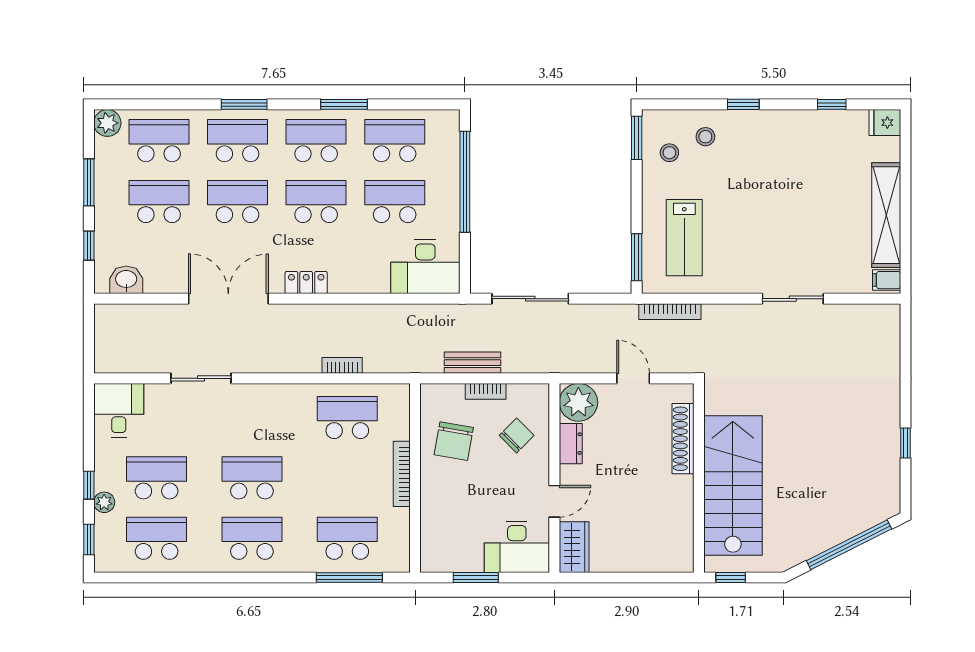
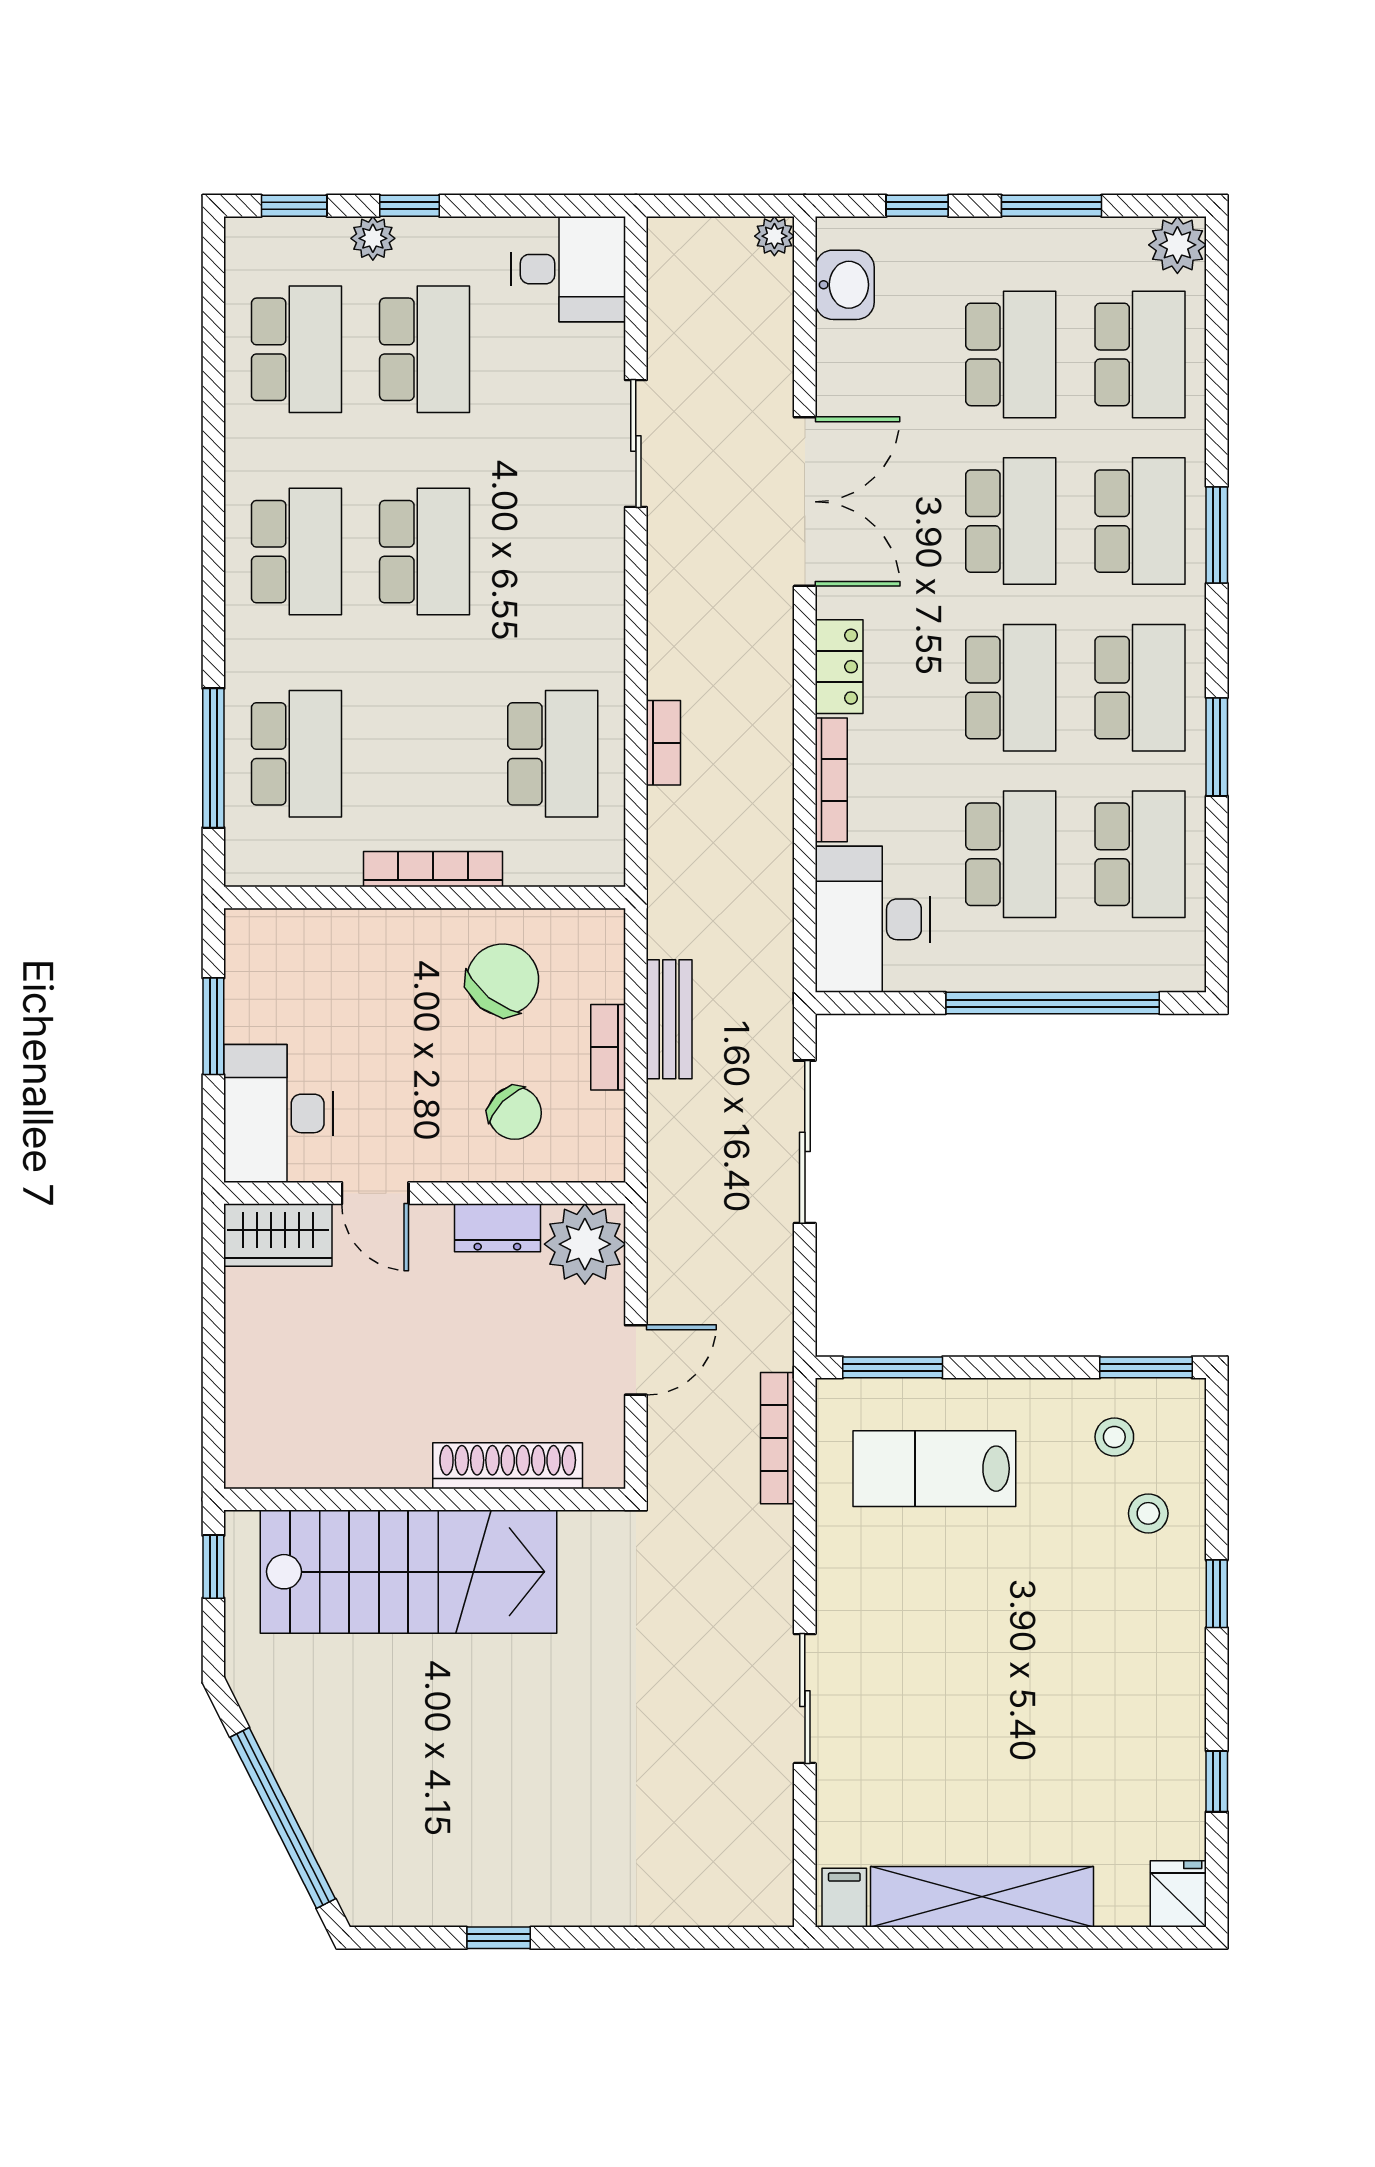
bookcase: (360, 286) -> (831, 780), added
plant: (103, 313) -> (774, 236), added
chair: (454, 441) -> (503, 980), turned 119

